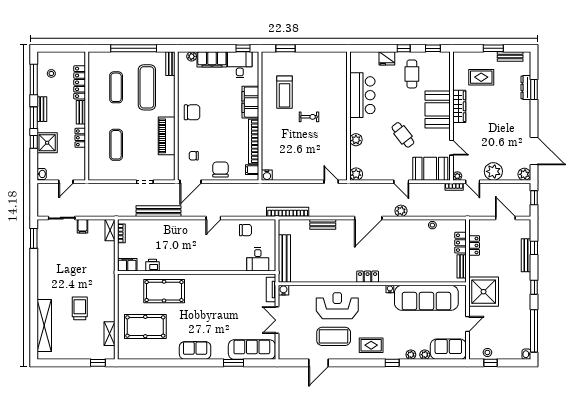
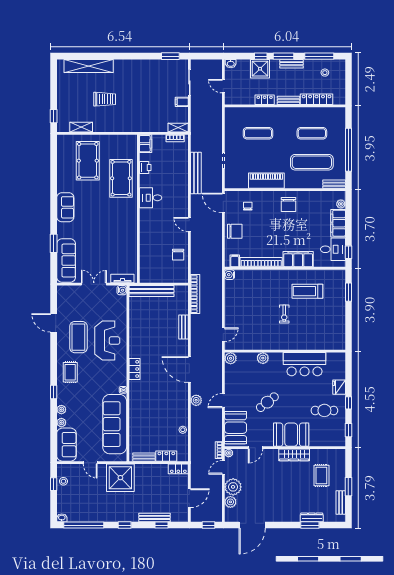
plant: (524, 174) -> (230, 502), moved
locker: (474, 245) -> (178, 469), moved
desk: (258, 259) -> (151, 198), moved

